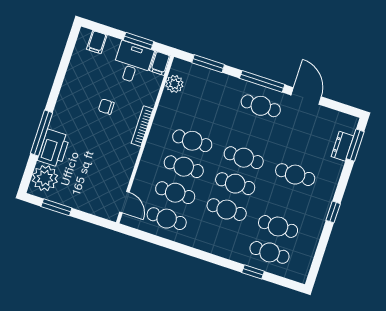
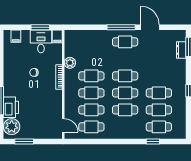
window: (208, 64) -> (86, 27), removed
plant: (174, 84) -> (70, 63), moved
cafe table: (295, 175) -> (159, 93), moved

